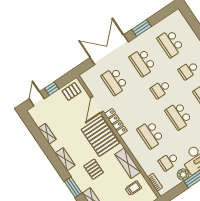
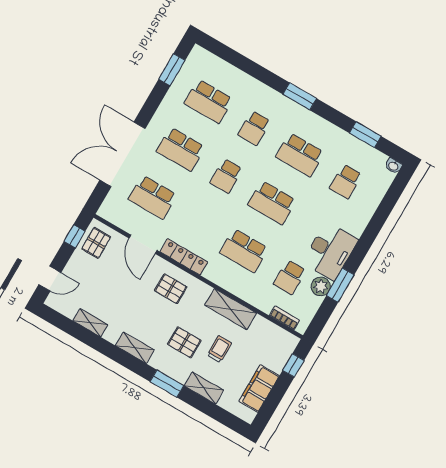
window: (142, 28) -> (172, 70), moved
window: (52, 89) -> (75, 236), moved
door: (37, 99) -> (50, 279), swing flipped
pallet: (100, 136) -> (171, 289), width x0.49, depth x0.50
trolley: (133, 188) -> (219, 349), moved

